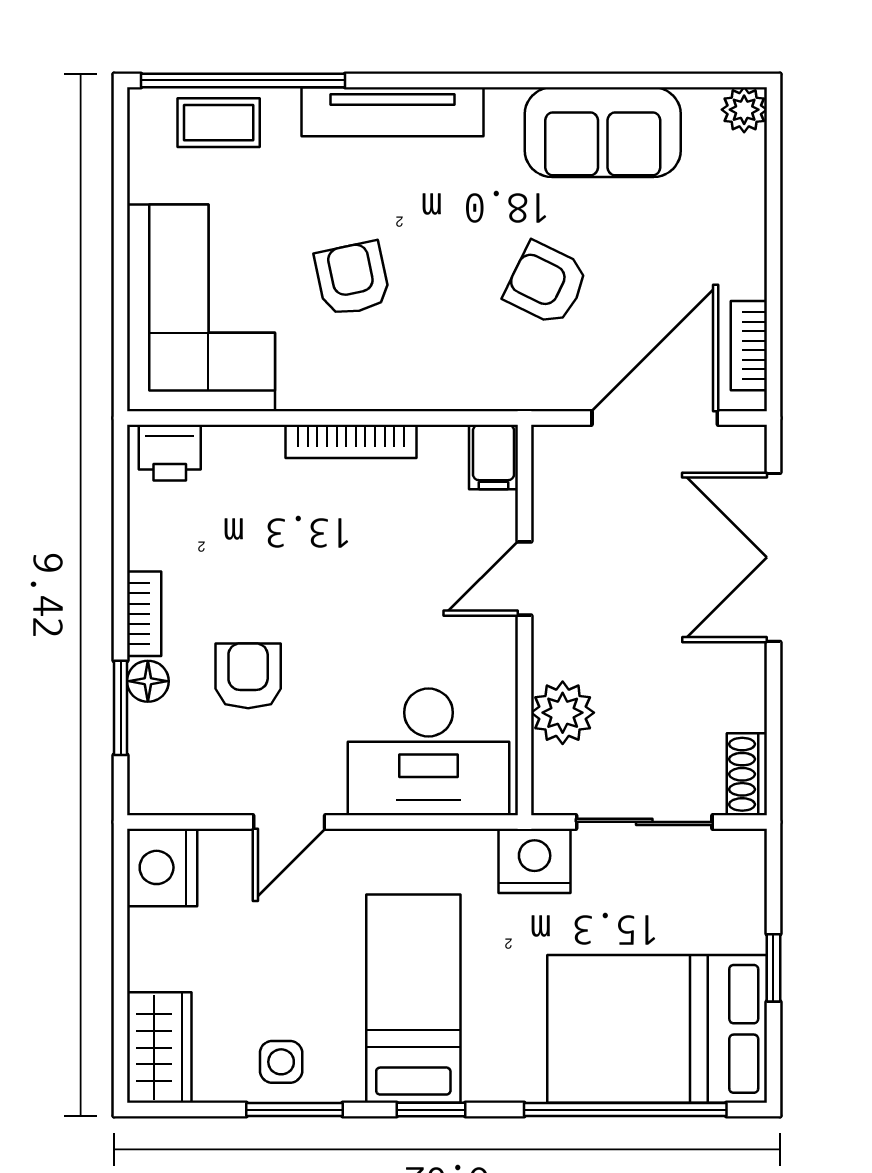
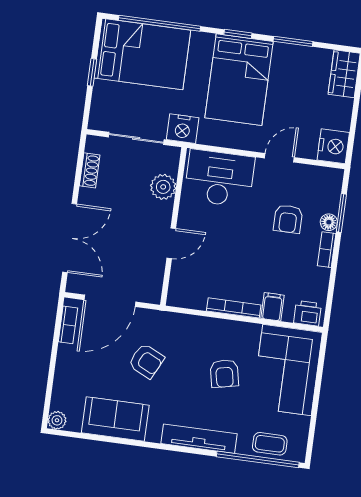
filing cabinet: (494, 457) -> (273, 307), moved
shoe rack: (747, 774) -> (90, 170), moved
bed: (413, 999) -> (239, 80), width x1.50
side table: (281, 1062) -> (296, 61), removed

